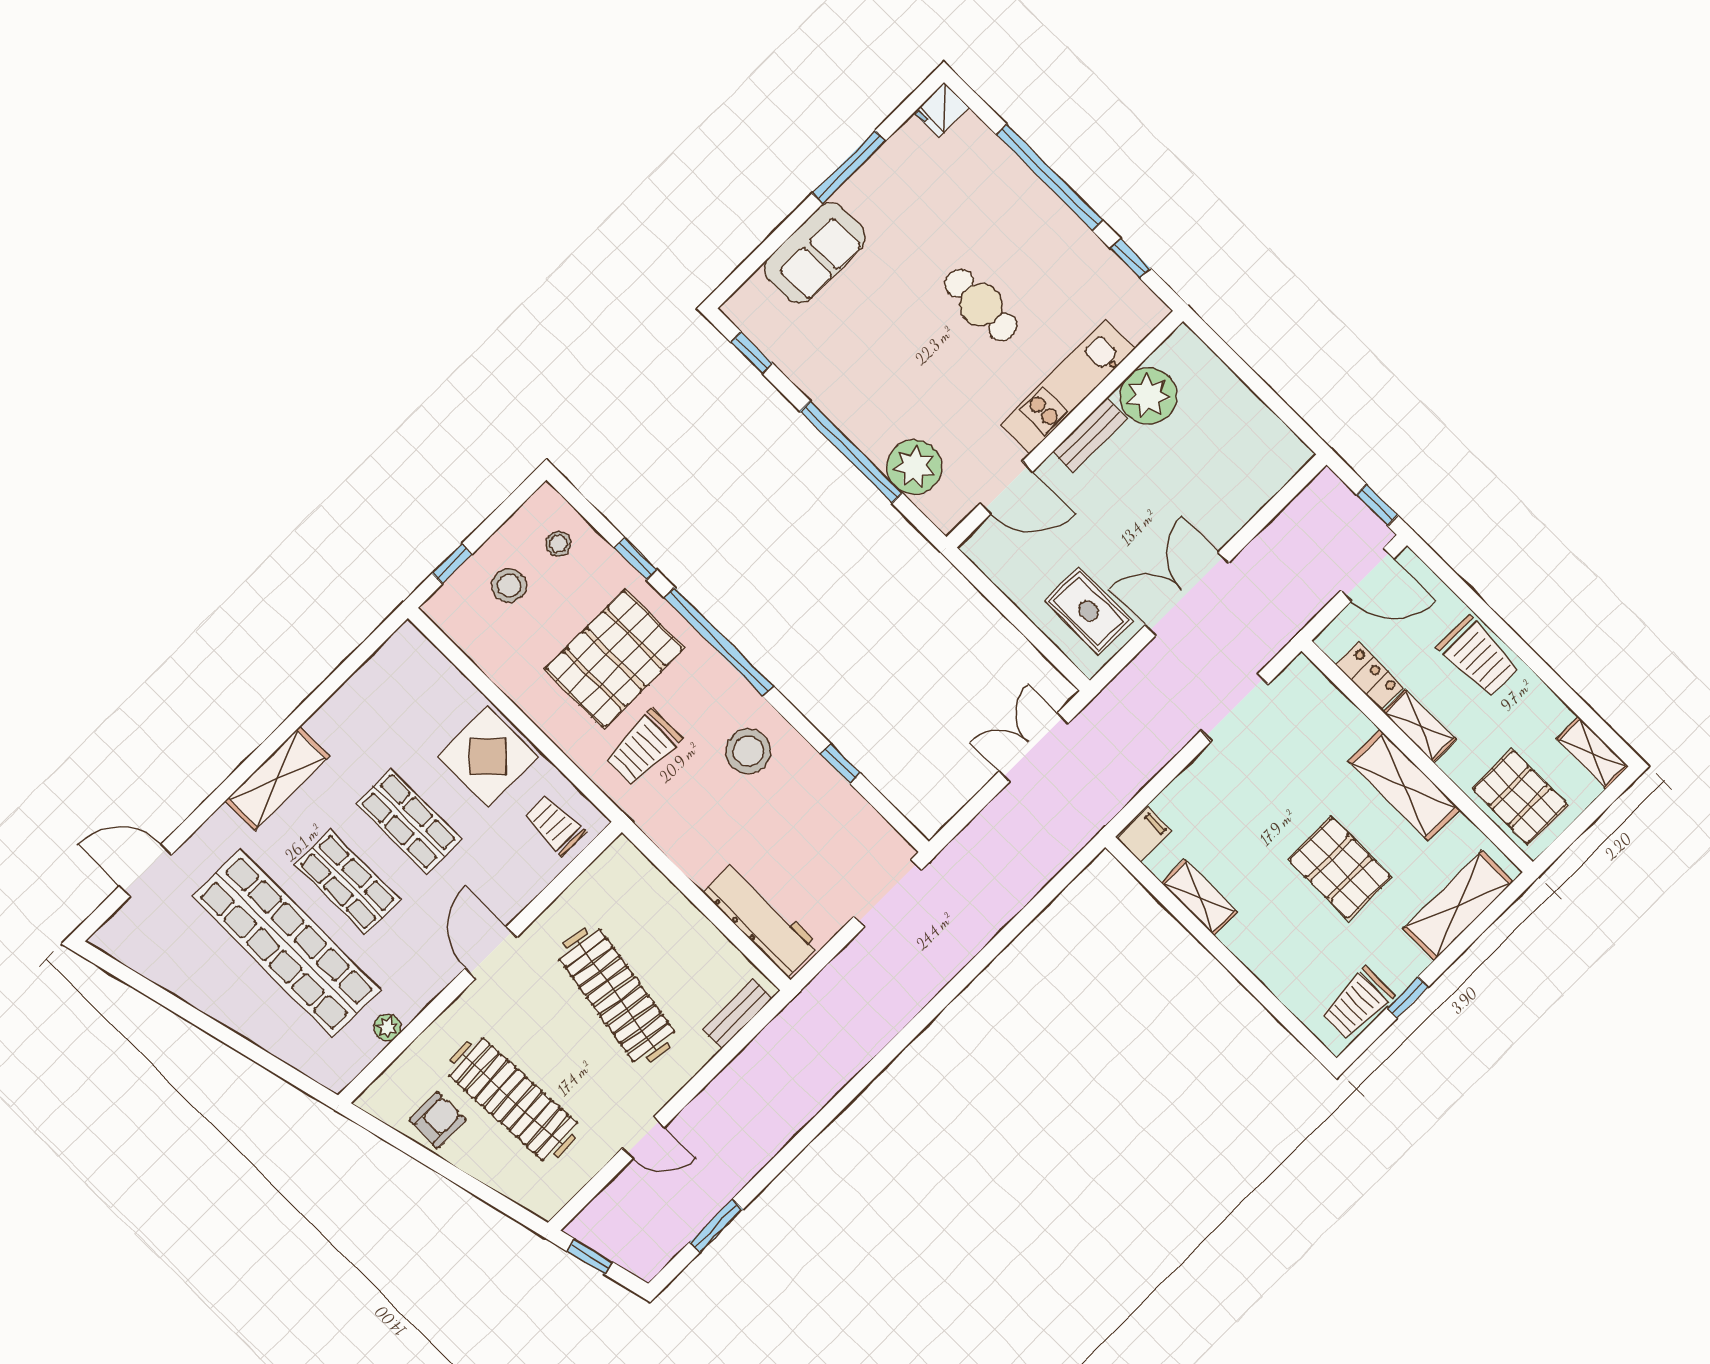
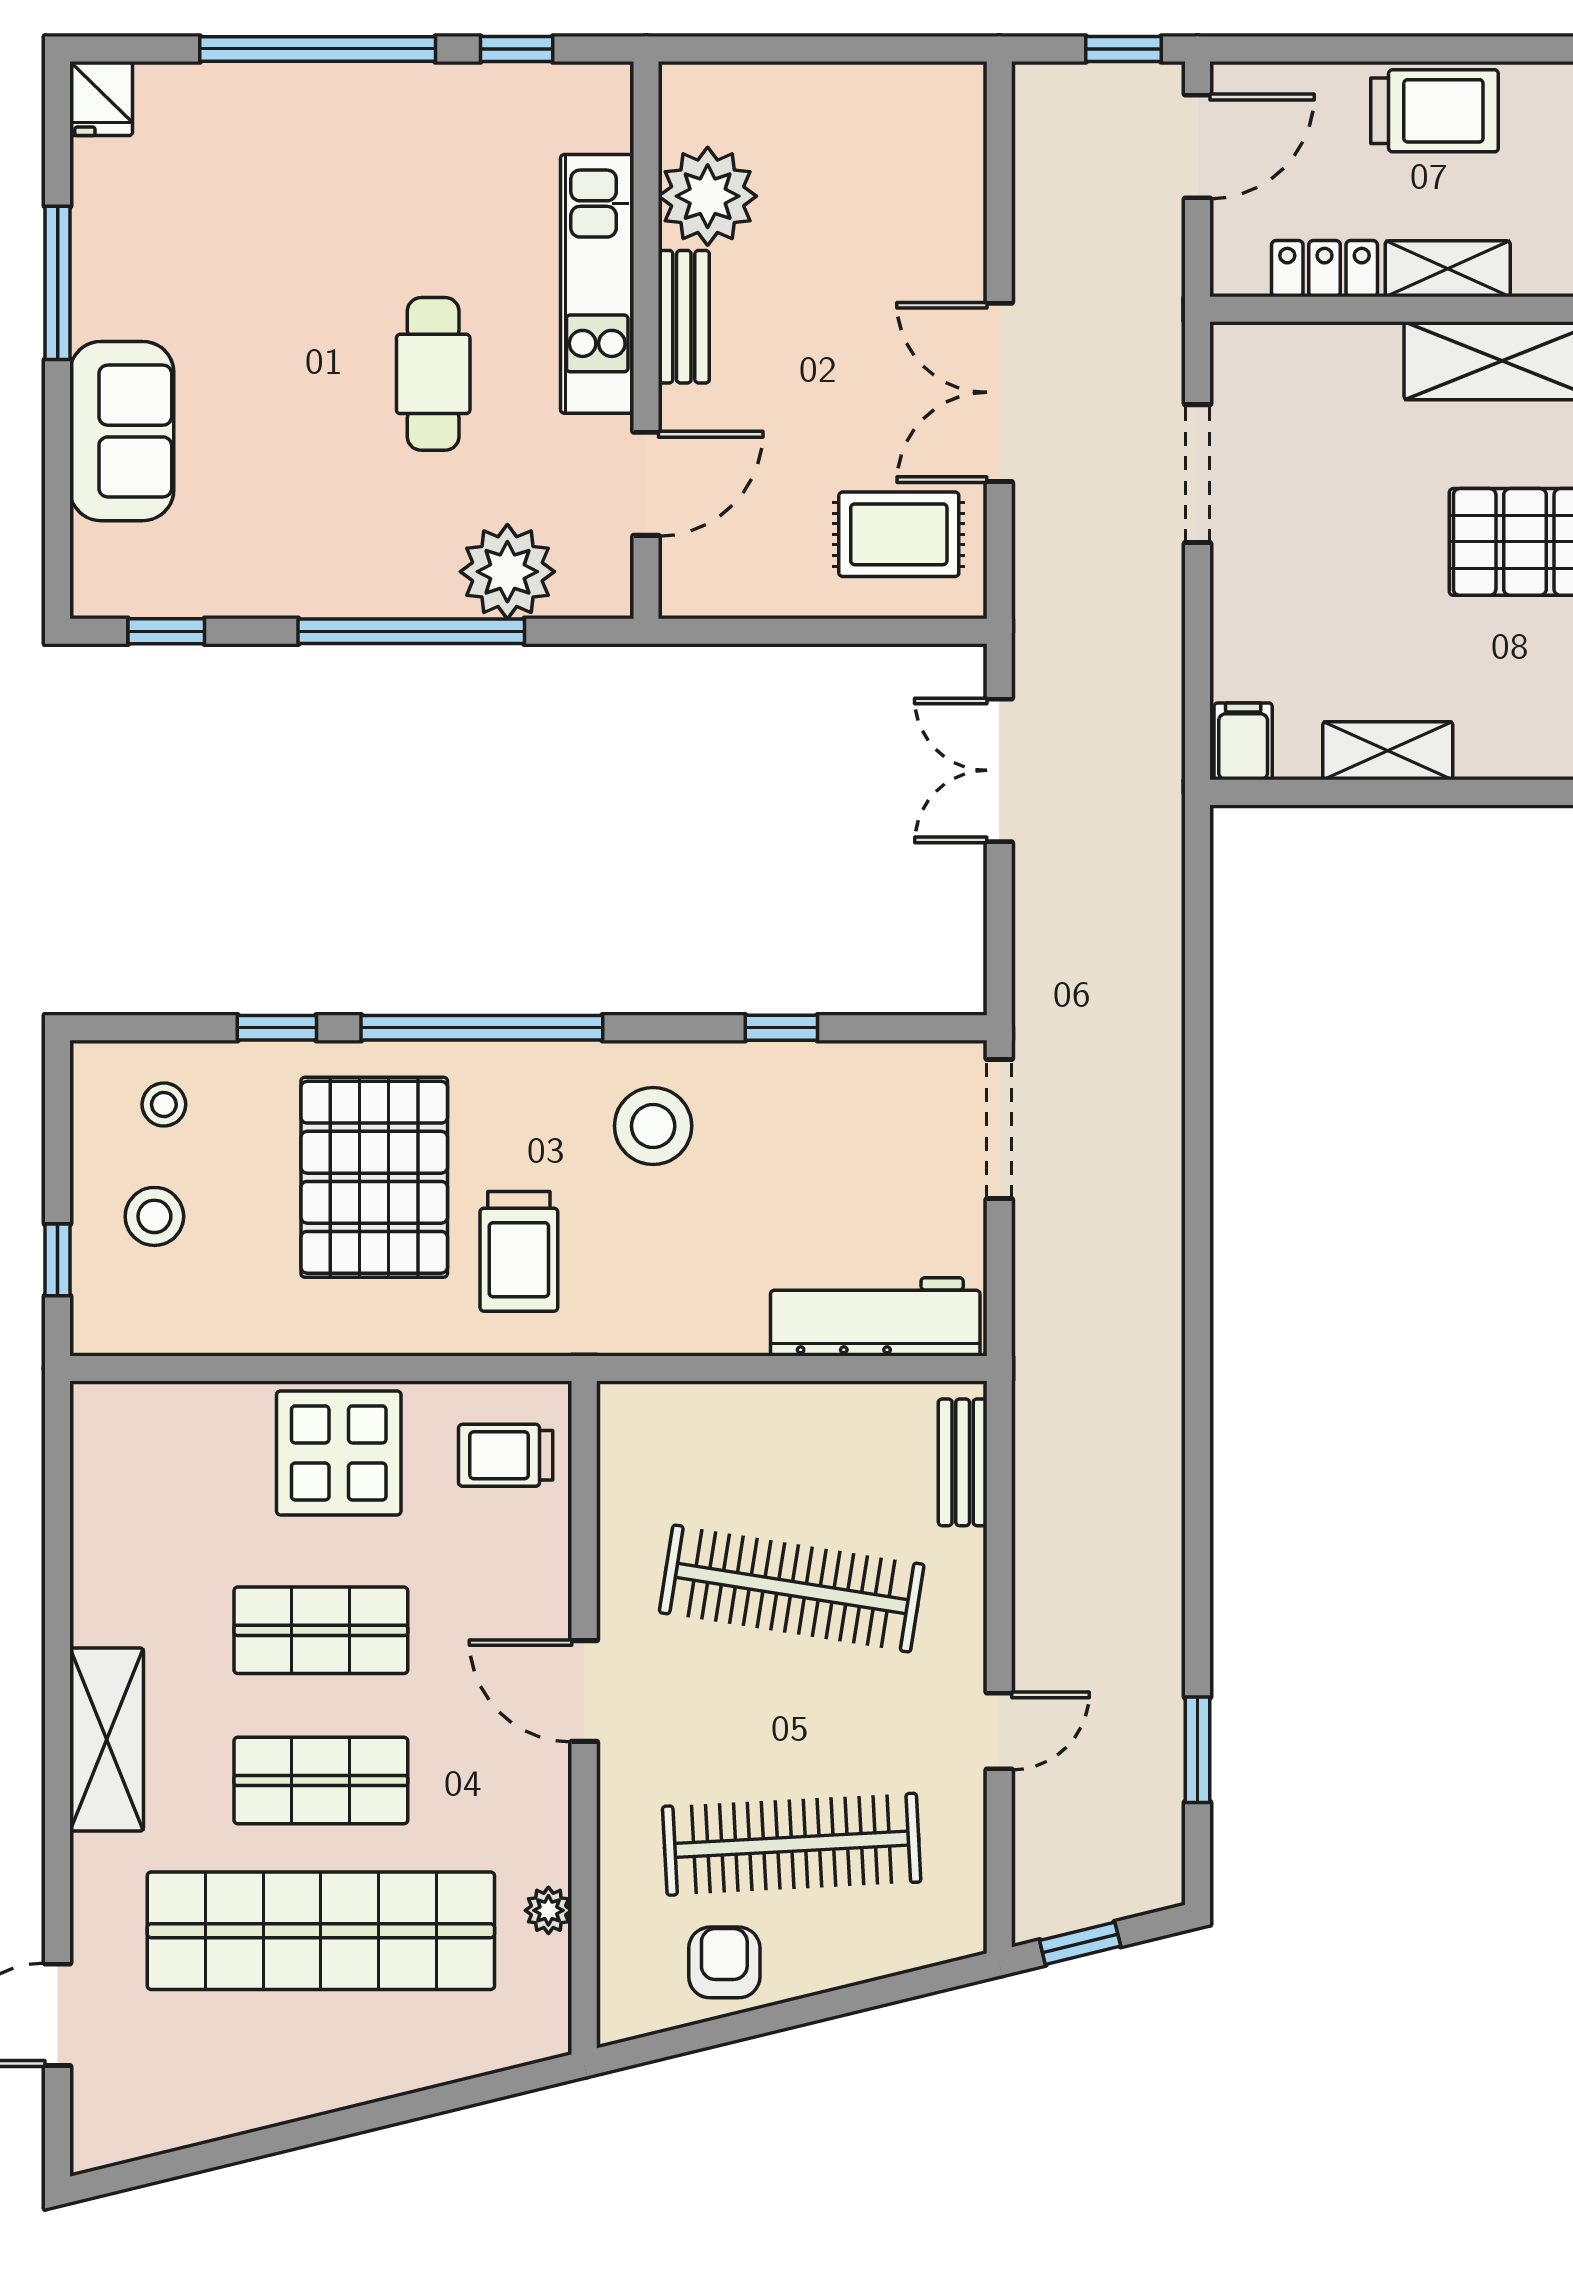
cafe table: (981, 305) -> (433, 374), moved, turned 90

